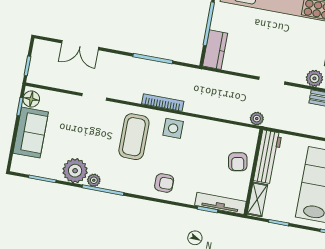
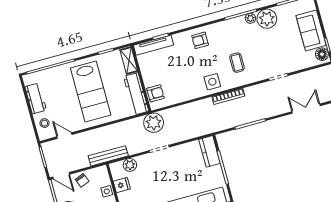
plant: (257, 119) -> (154, 123), width x1.87, depth x1.87
coffee table: (134, 137) -> (237, 63), width x0.54, depth x0.58
armchair: (238, 162) -> (155, 93), moved, turned 101

